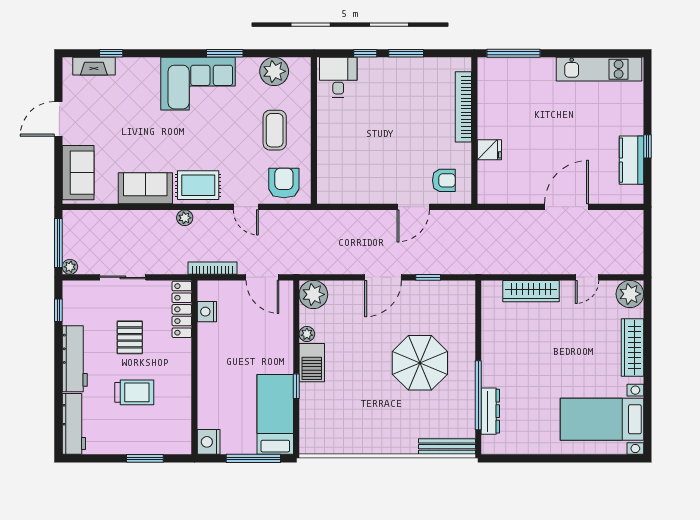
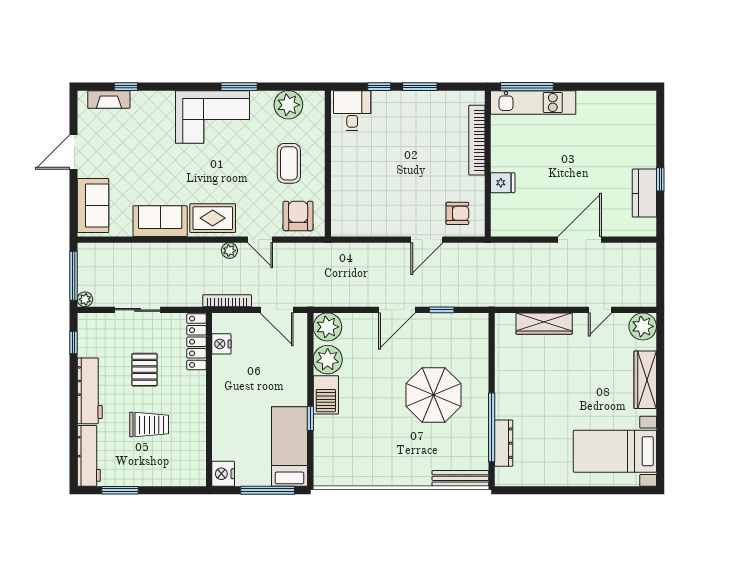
kitchen unit: (599, 69) -> (533, 102), moved
plant: (185, 218) -> (229, 251), moved
plant: (307, 334) -> (328, 360), width x1.87, depth x1.87
window: (145, 458) -> (120, 490), moved

